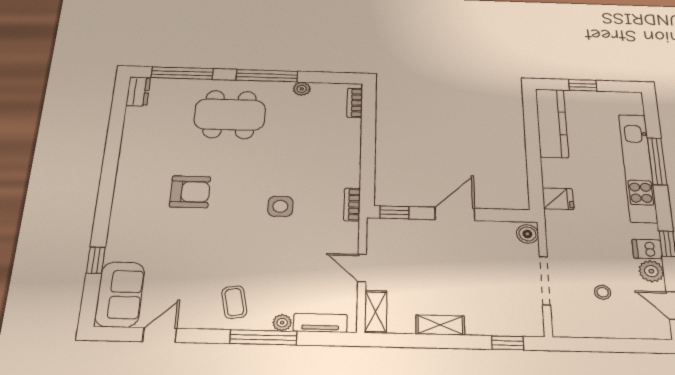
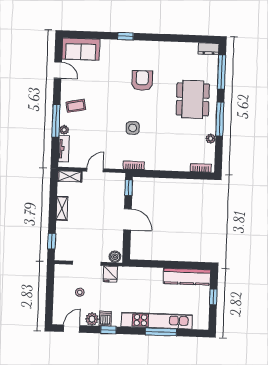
armchair: (190, 192) -> (142, 81), turned 180
fridge: (558, 199) -> (110, 274), moved
window: (96, 260) -> (126, 36), moved

